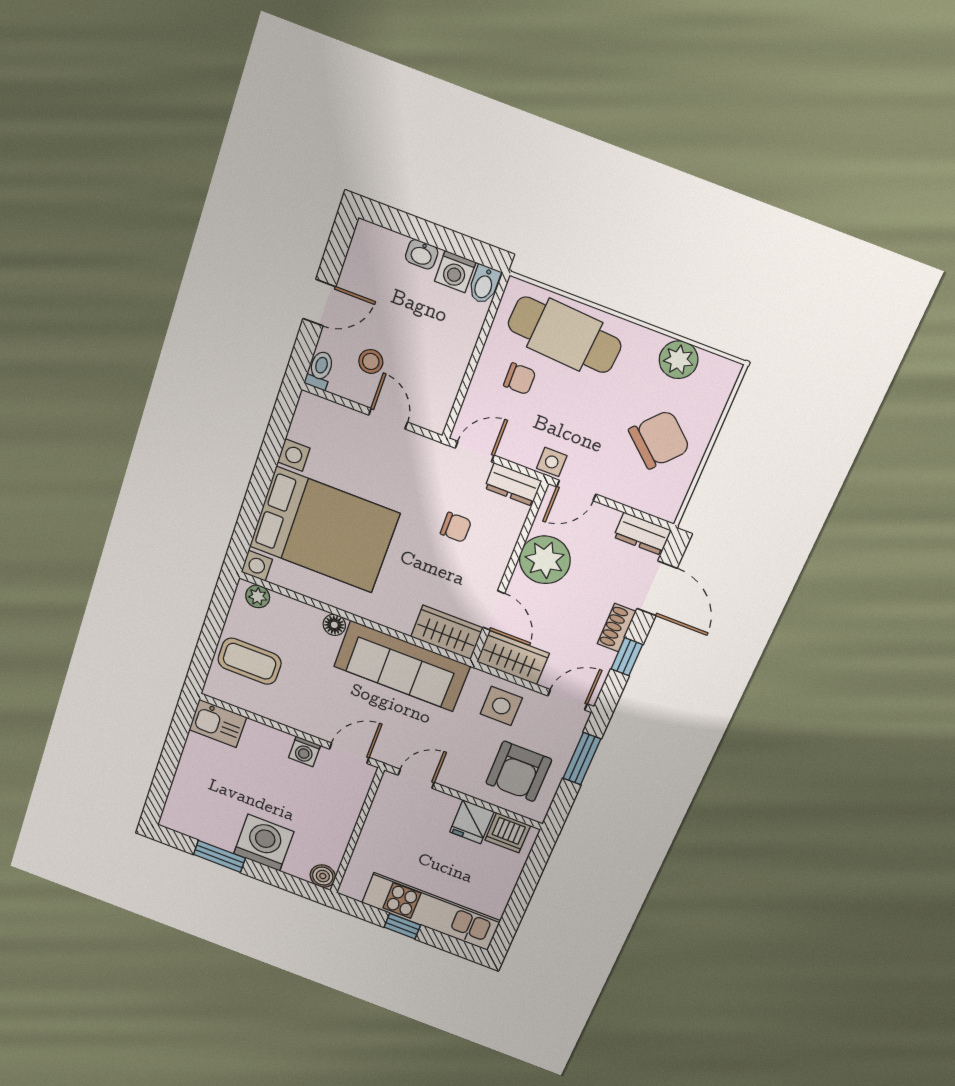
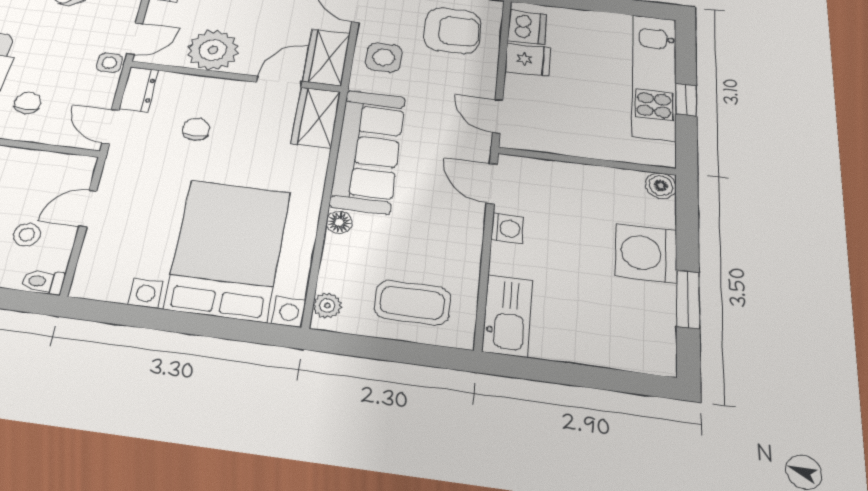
door: (576, 490) -> (135, 39), hinge flipped
coffee table: (250, 661) -> (412, 303), turned 90
kitchen sink: (218, 723) -> (507, 316), width x1.38

